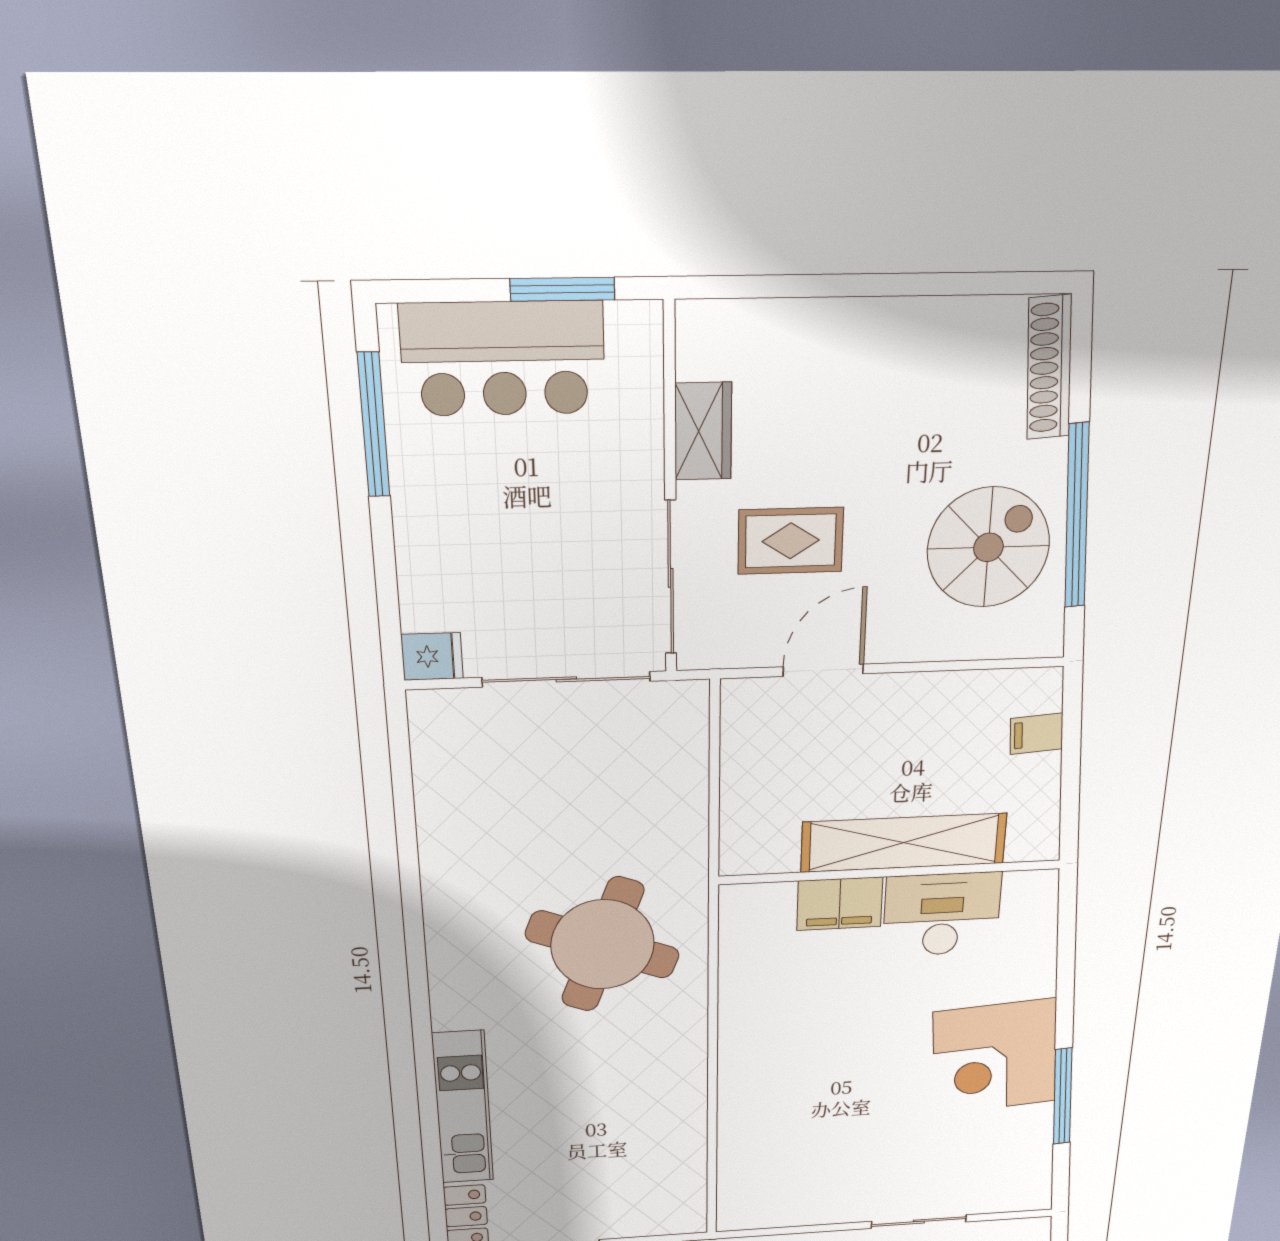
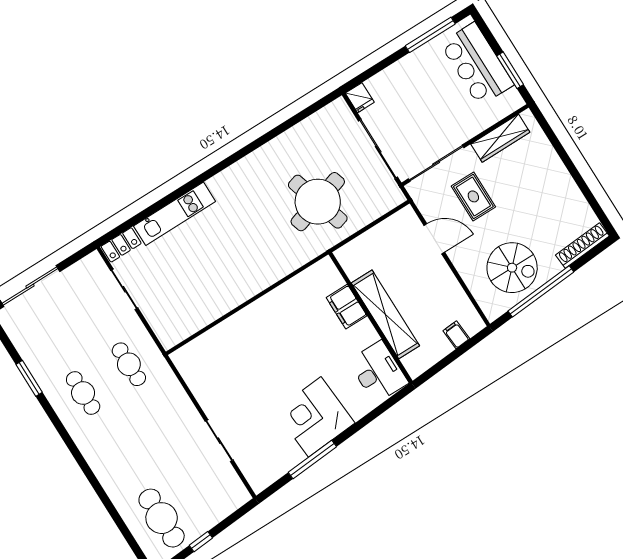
wardrobe: (703, 431) -> (500, 138), width x1.50
desk: (942, 914) -> (378, 372), moved
round table: (603, 945) -> (318, 202), moved, turned -38

